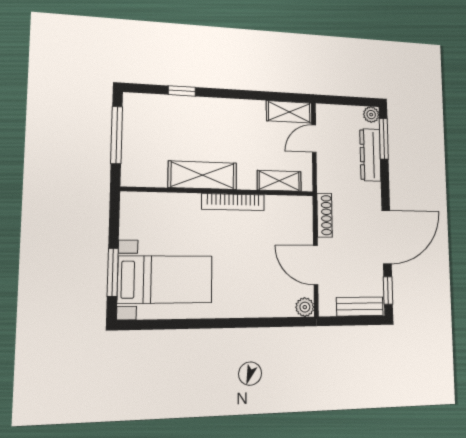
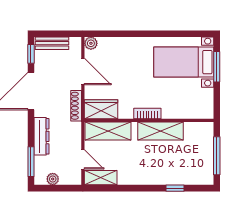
plant: (371, 115) -> (53, 179), moved
door: (314, 139) -> (83, 159), hinge flipped
dresser: (370, 155) -> (41, 136), moved
shelving: (279, 181) -> (108, 131), width x1.50, depth x1.33
bookcase: (233, 202) -> (147, 113), width x0.64
wardrobe: (289, 209) -> (101, 109), added

